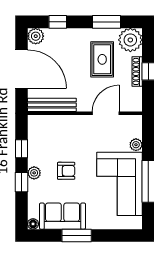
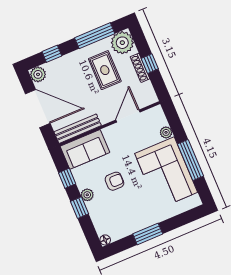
window: (106, 22) -> (95, 36), width x1.44
sofa: (63, 216) -> (85, 149), moved, turned 180

